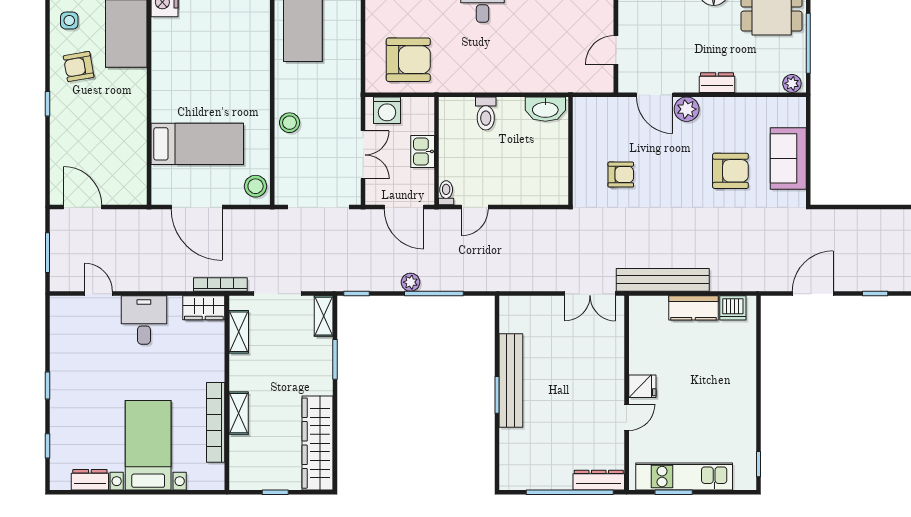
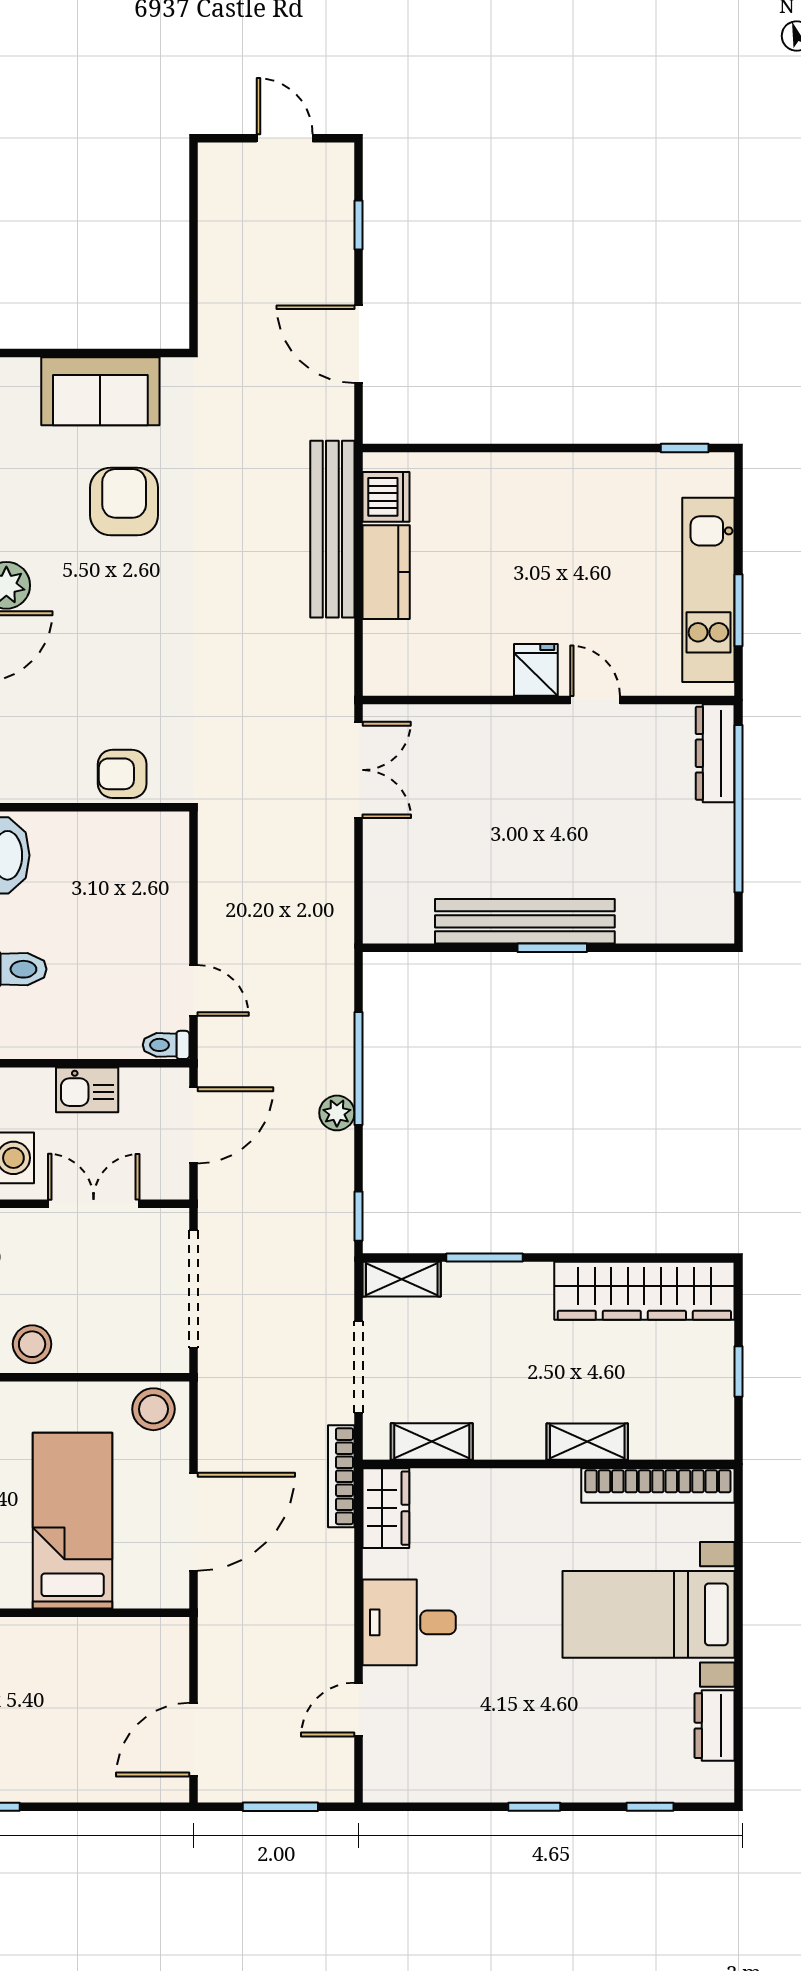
armchair: (621, 175) -> (122, 774), moved, turned -90
bench: (663, 280) -> (332, 529), moved
bookcase: (216, 422) -> (658, 1485), moved

